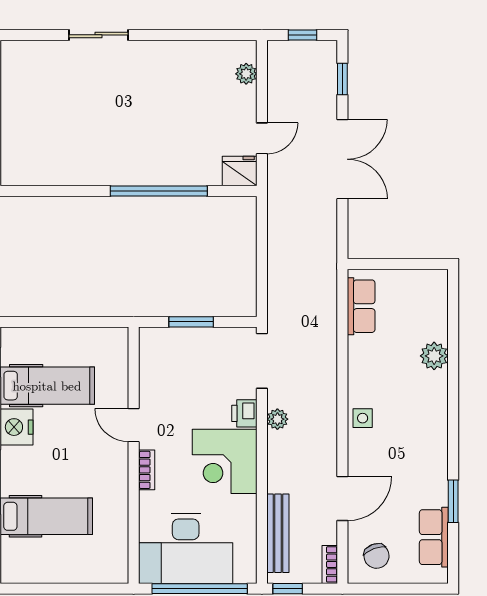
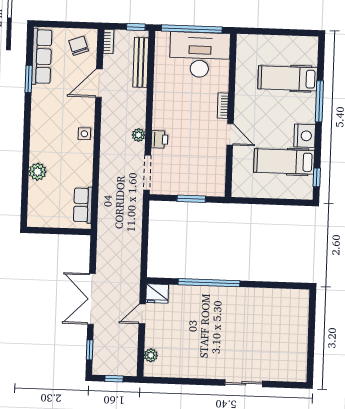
corner desk: (225, 461) -> (173, 109), removed
row of seats: (434, 537) -> (42, 56), width x1.48

